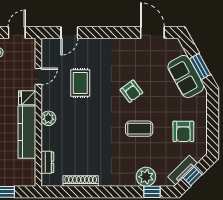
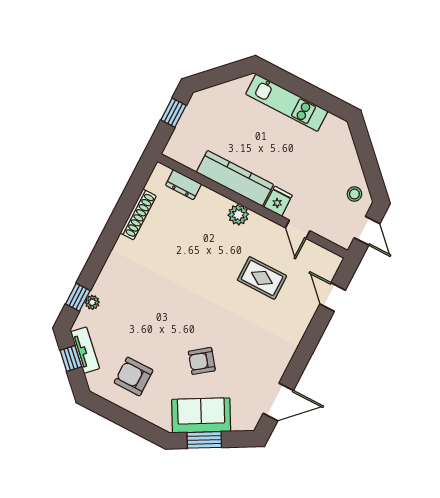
armchair: (131, 91) -> (202, 361), moved
coffee table: (139, 129) -> (166, 322), removed
plant: (146, 177) -> (92, 302), width x0.53, depth x0.53

